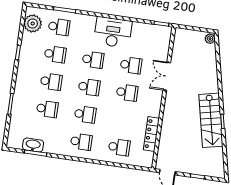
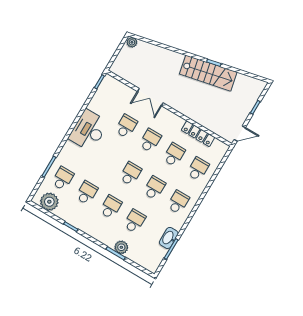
school desk: (93, 60) -> (174, 155), moved
plant: (18, 107) -> (121, 247), added
washbasin: (33, 145) -> (169, 238), moved

